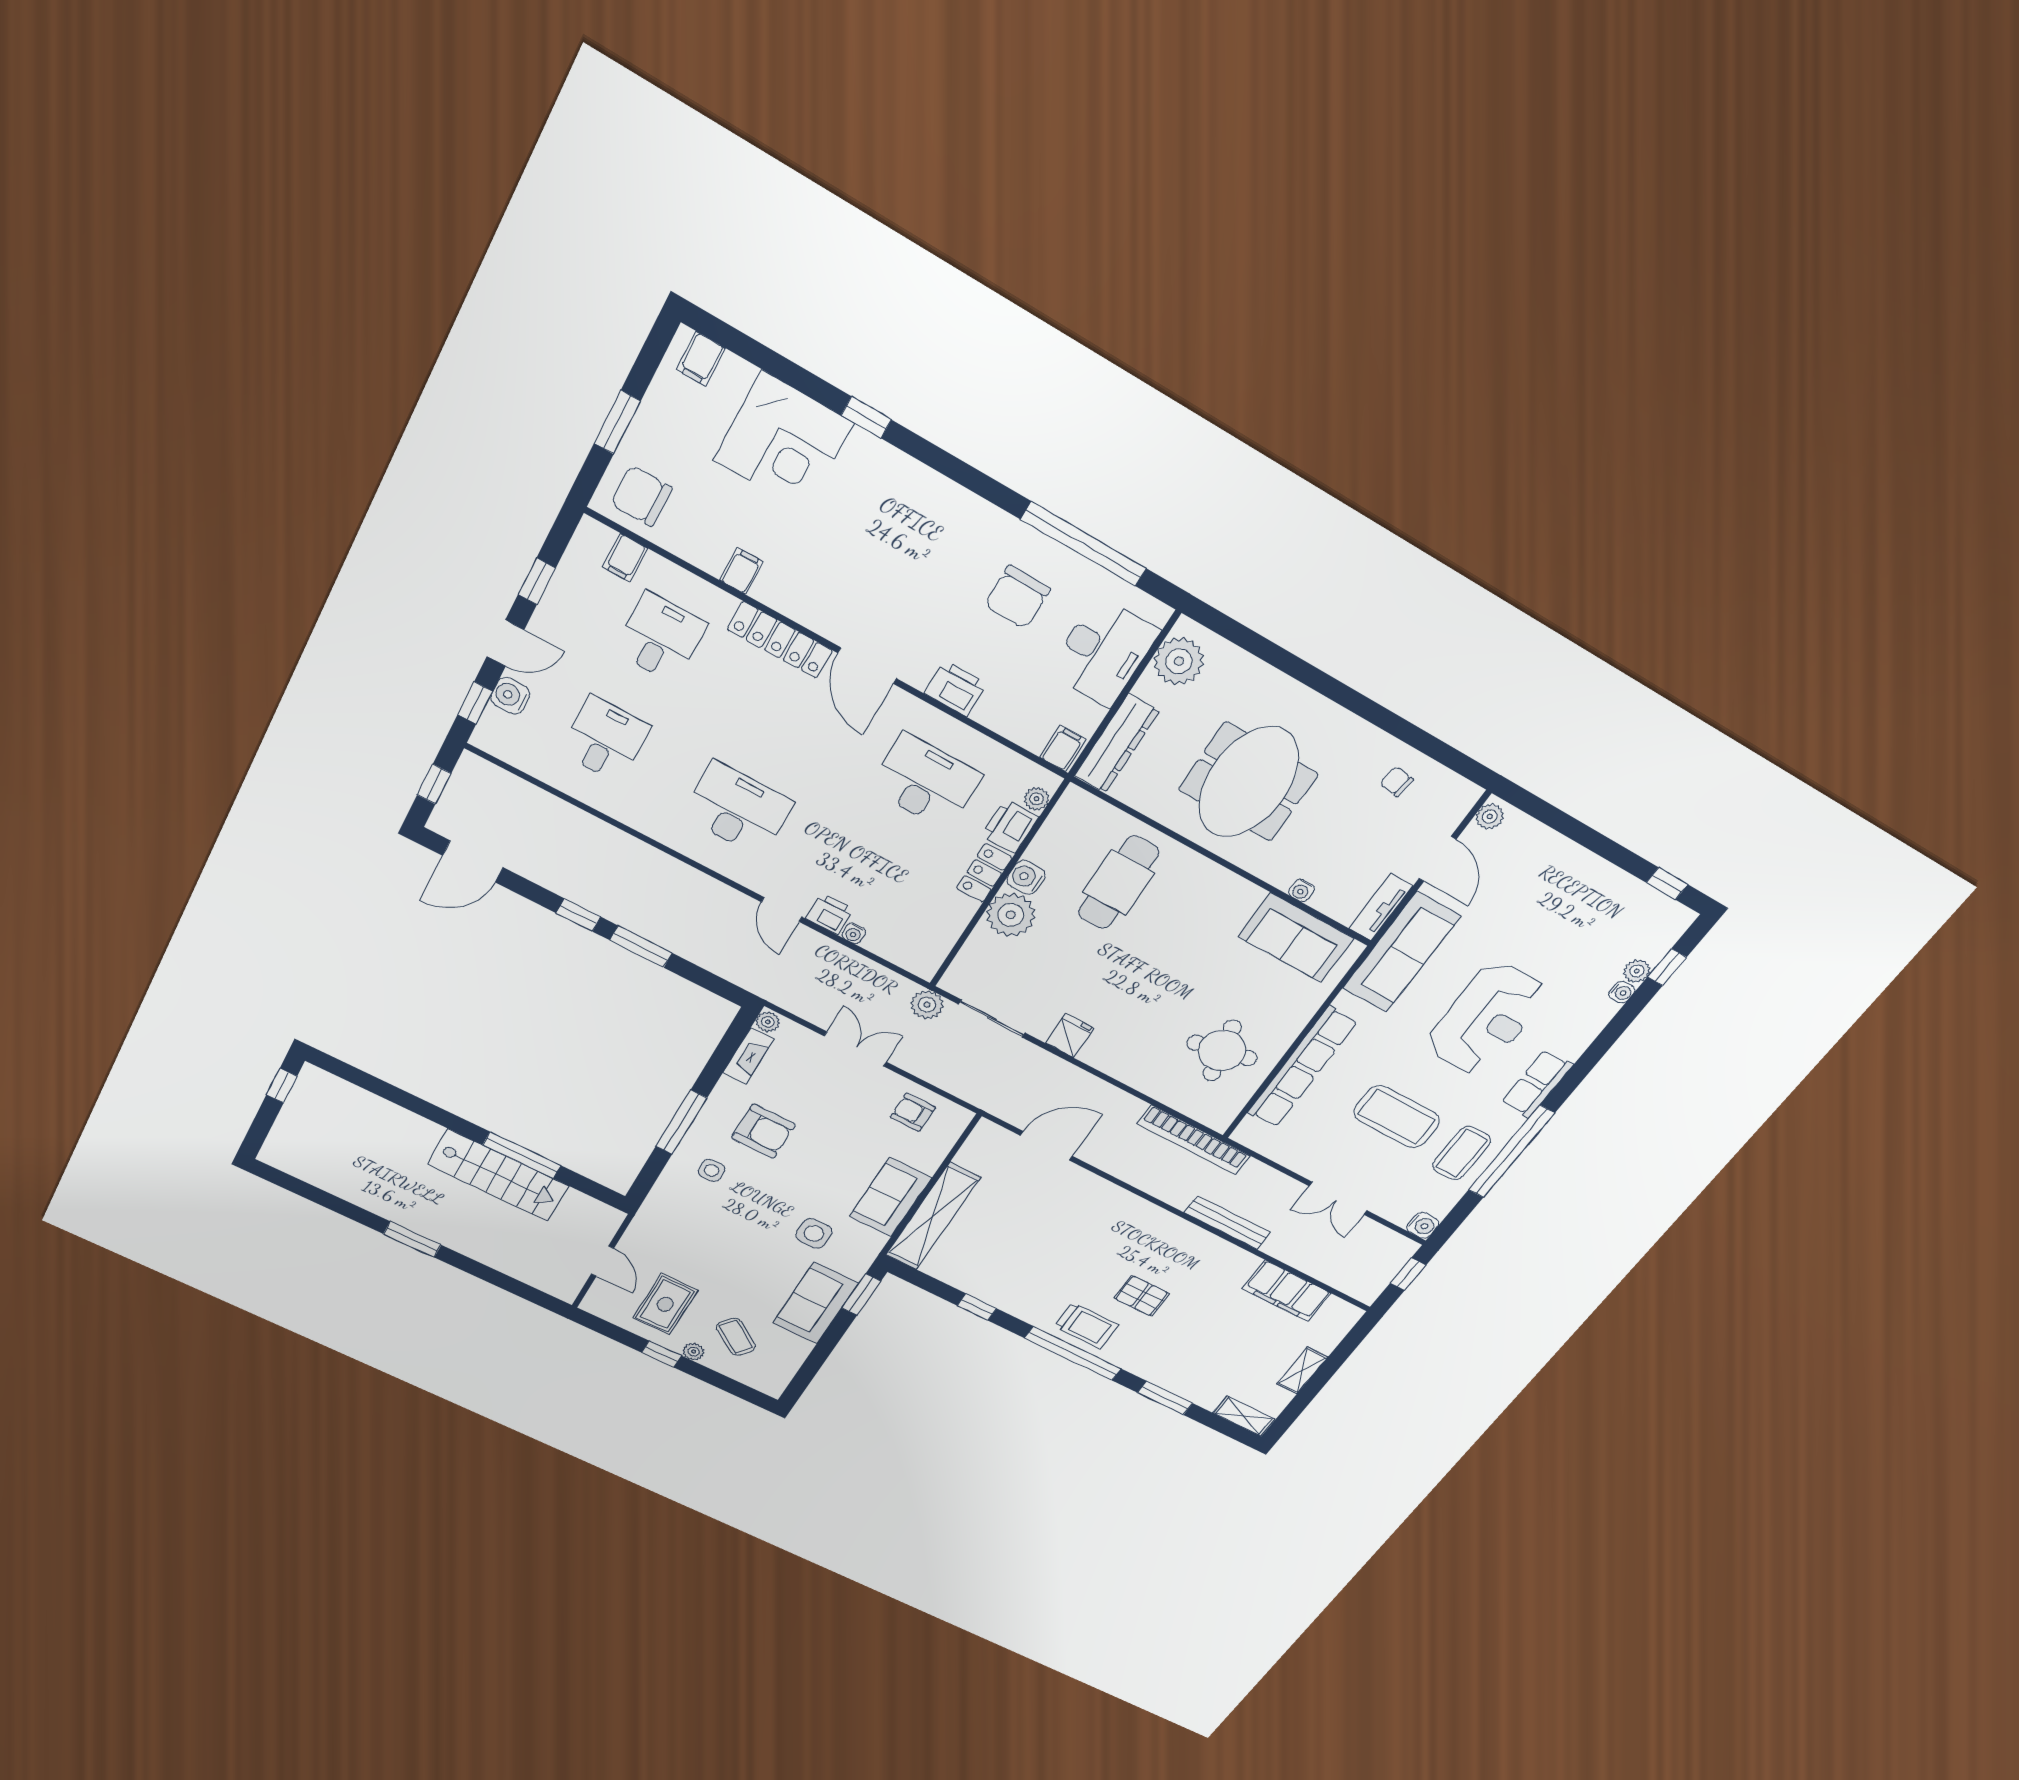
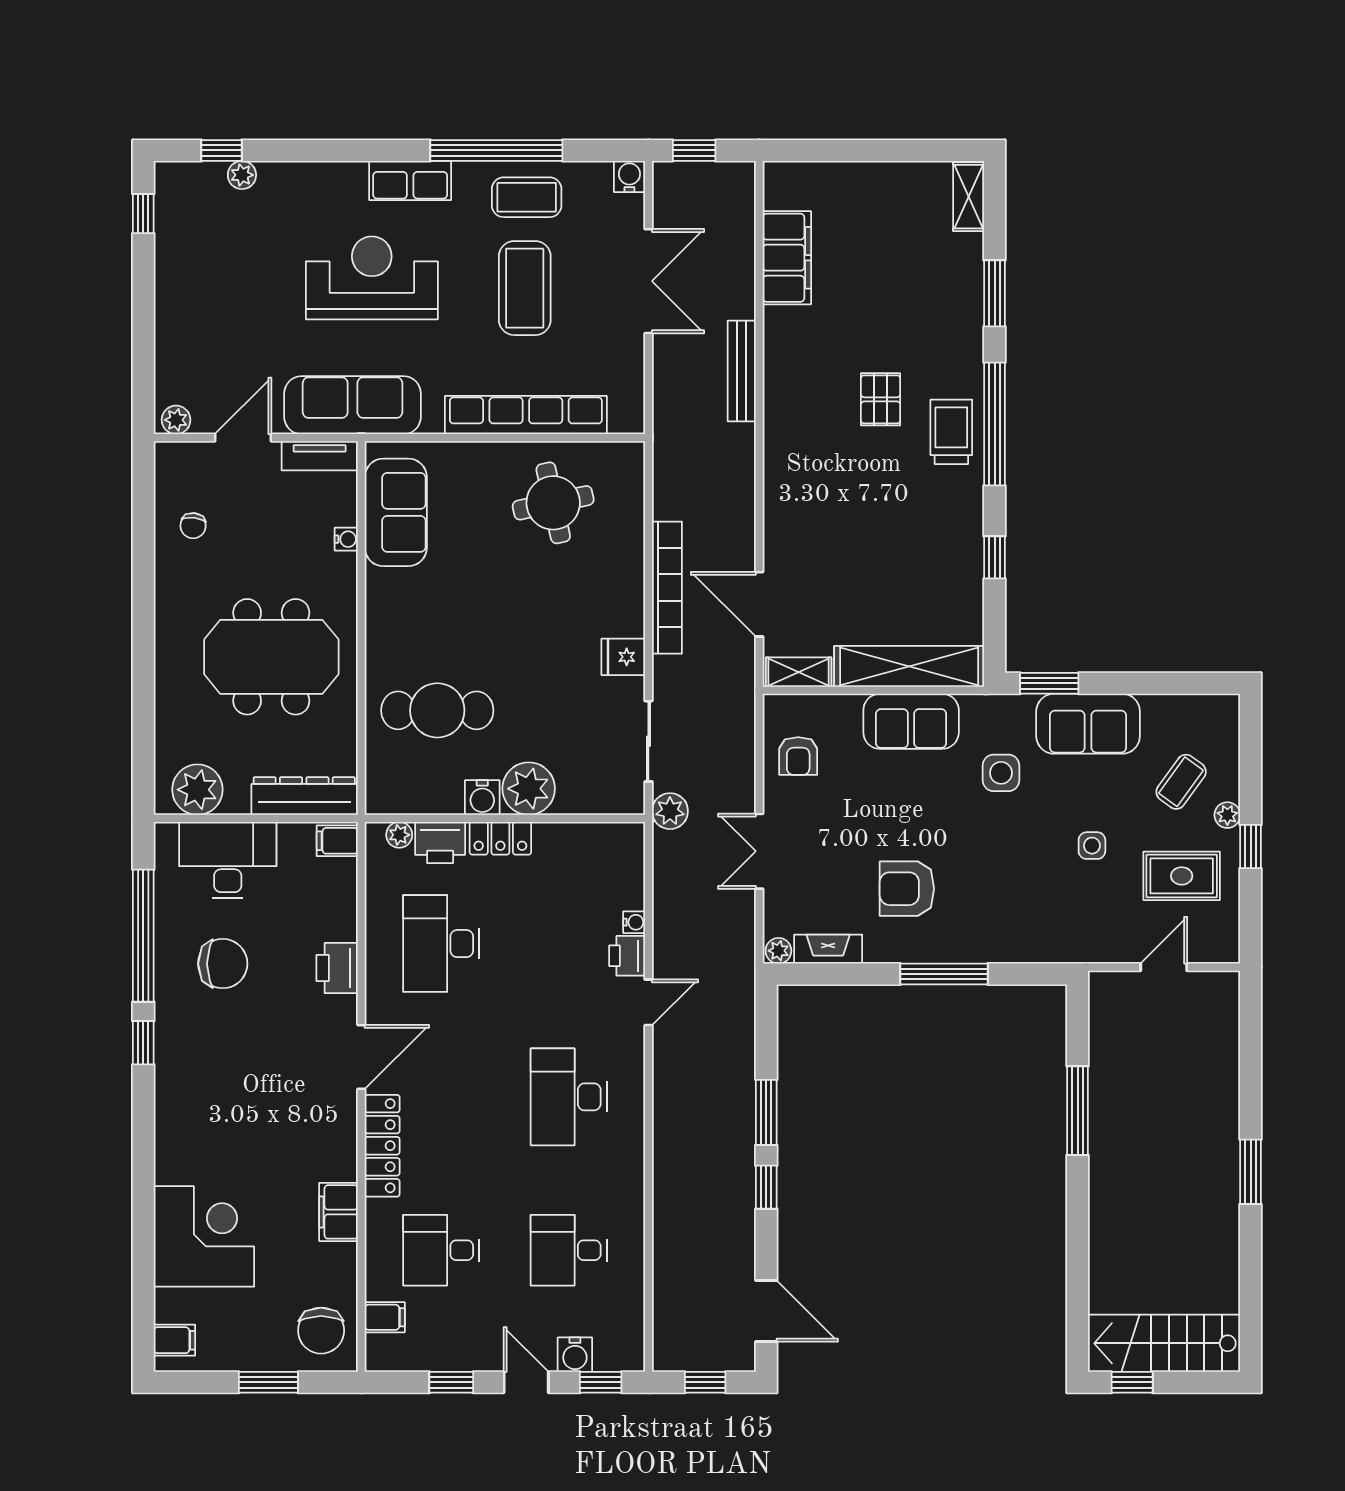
window: (866, 417) -> (143, 1043), moved
filing cabinet: (741, 571) -> (338, 1212), width x2.00
water cooler: (1622, 992) -> (271, 173), removed
armchair: (763, 1131) -> (907, 889), turned -90
bookcase: (1194, 1140) -> (667, 588), moved
side table: (712, 1170) -> (1092, 846), moved
stairs: (498, 1175) -> (1164, 1343), moved, turned -90
double door: (1338, 1198) -> (648, 281), width x1.37
shelving: (1302, 1371) -> (799, 672), moved

